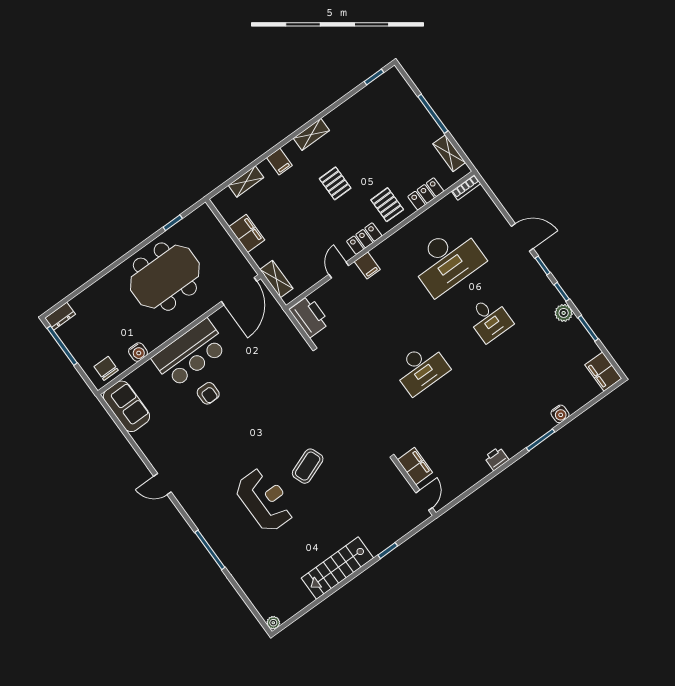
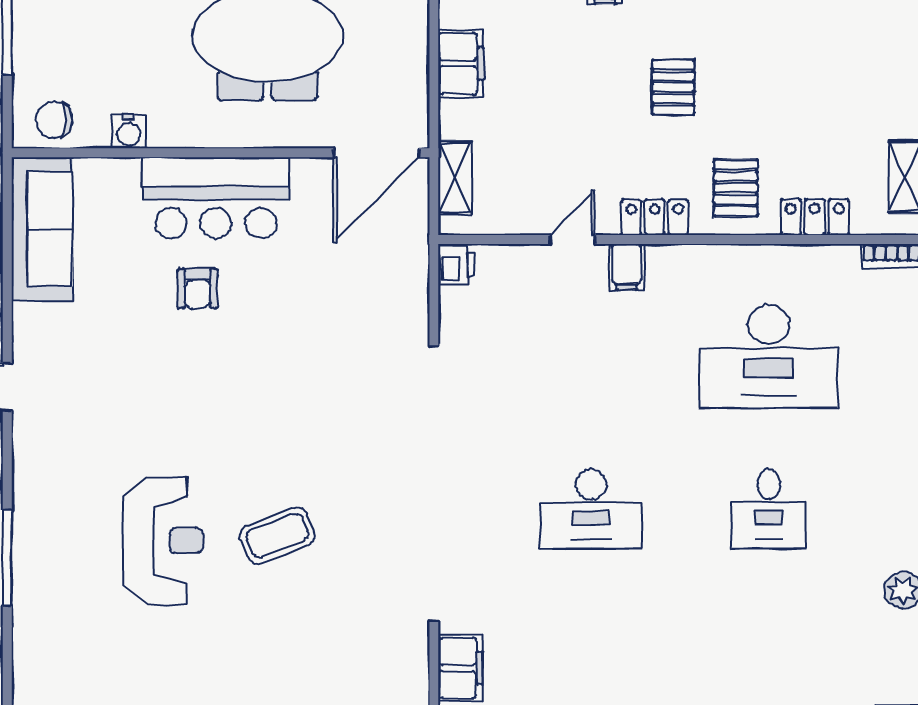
printer: (309, 316) -> (456, 265), width x0.53, depth x0.68
chair: (106, 368) -> (54, 120), turned -90
sofa: (126, 406) -> (42, 229), width x1.36

